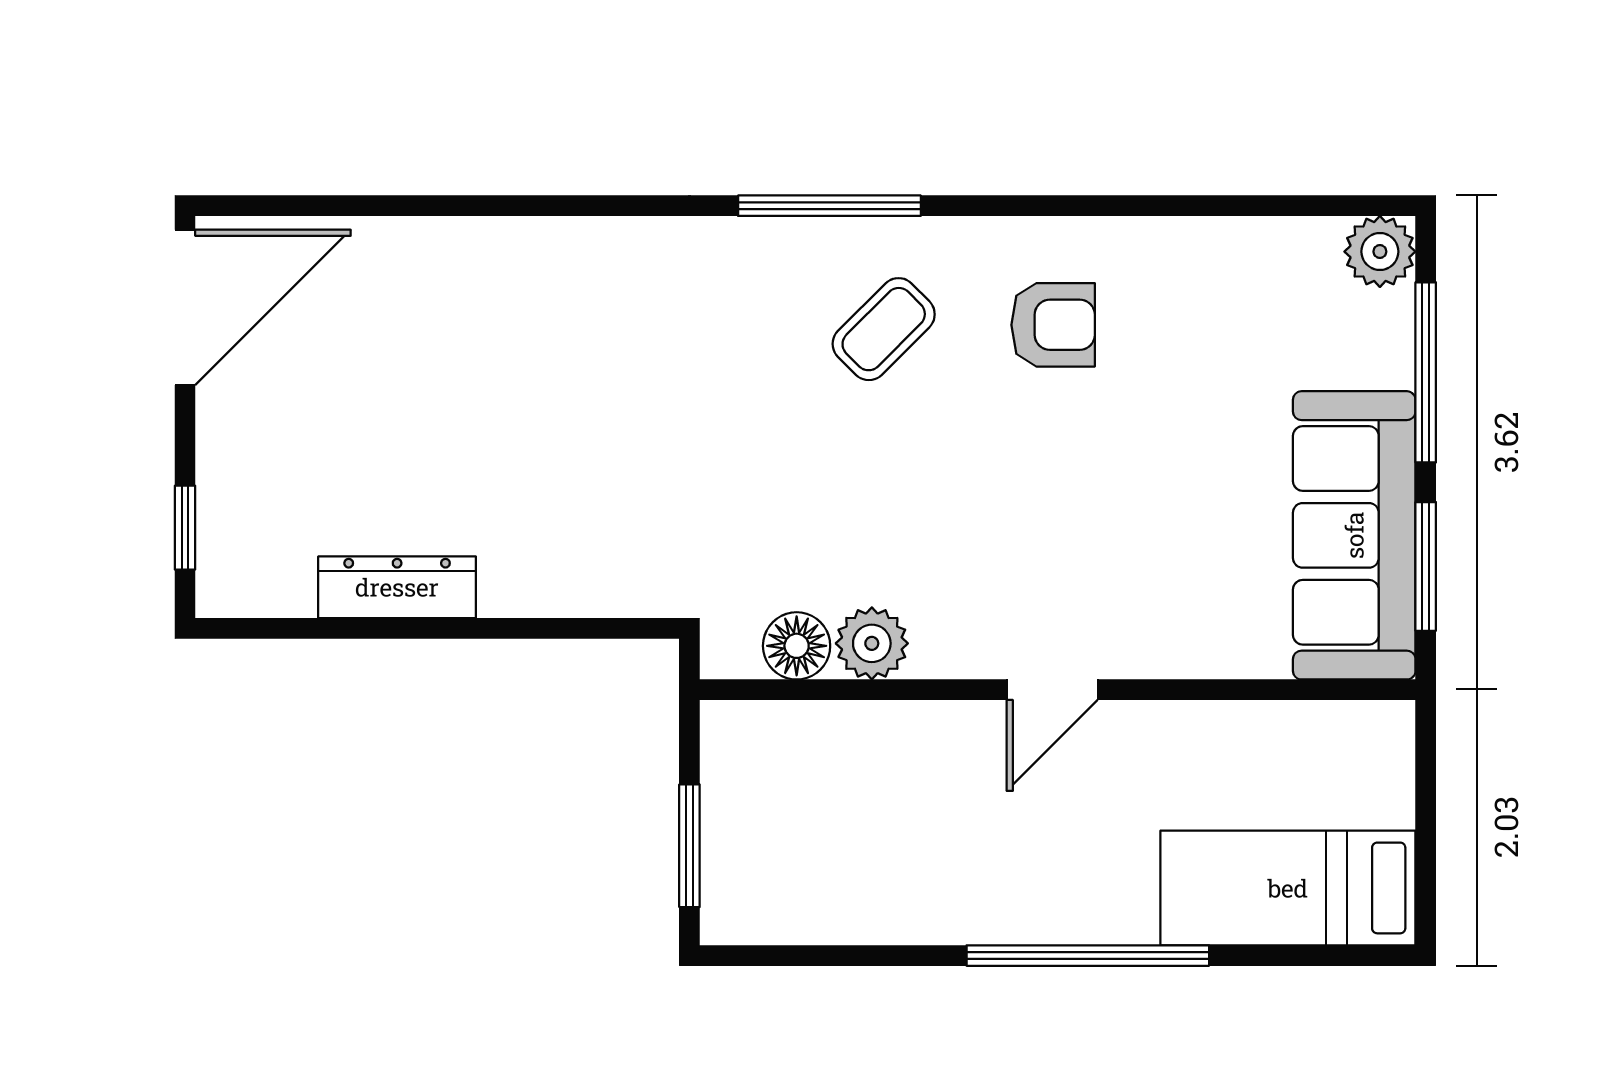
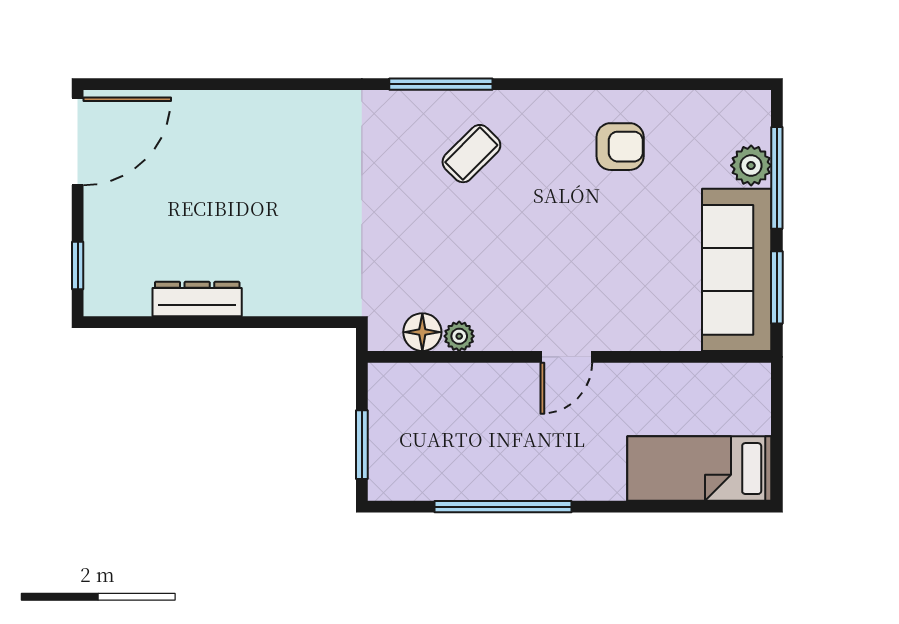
plant: (1380, 252) -> (751, 165), moved
armchair: (1053, 325) -> (620, 147), moved
plant: (872, 643) -> (459, 336), width x0.73, depth x0.73
window: (1088, 956) -> (503, 507), moved

